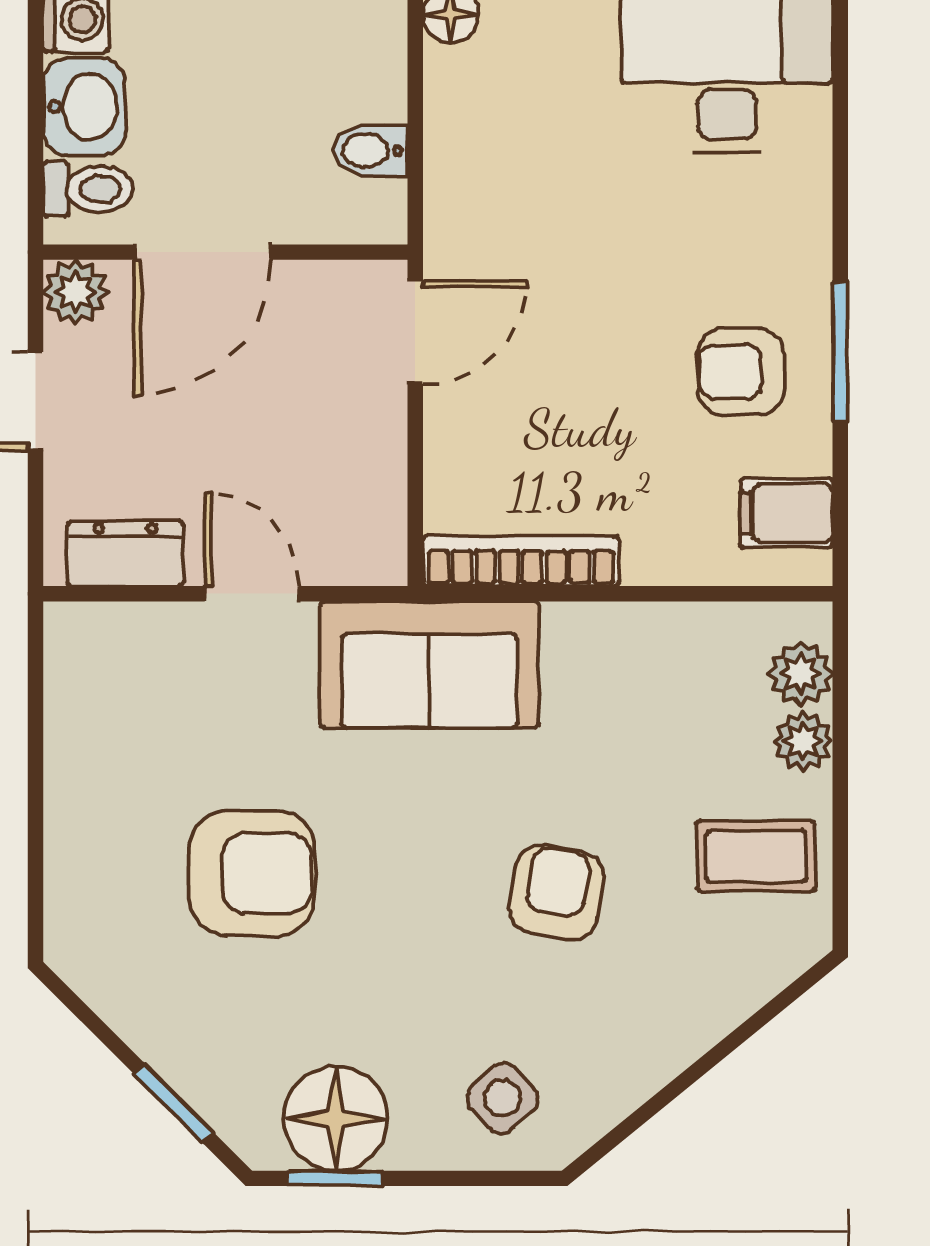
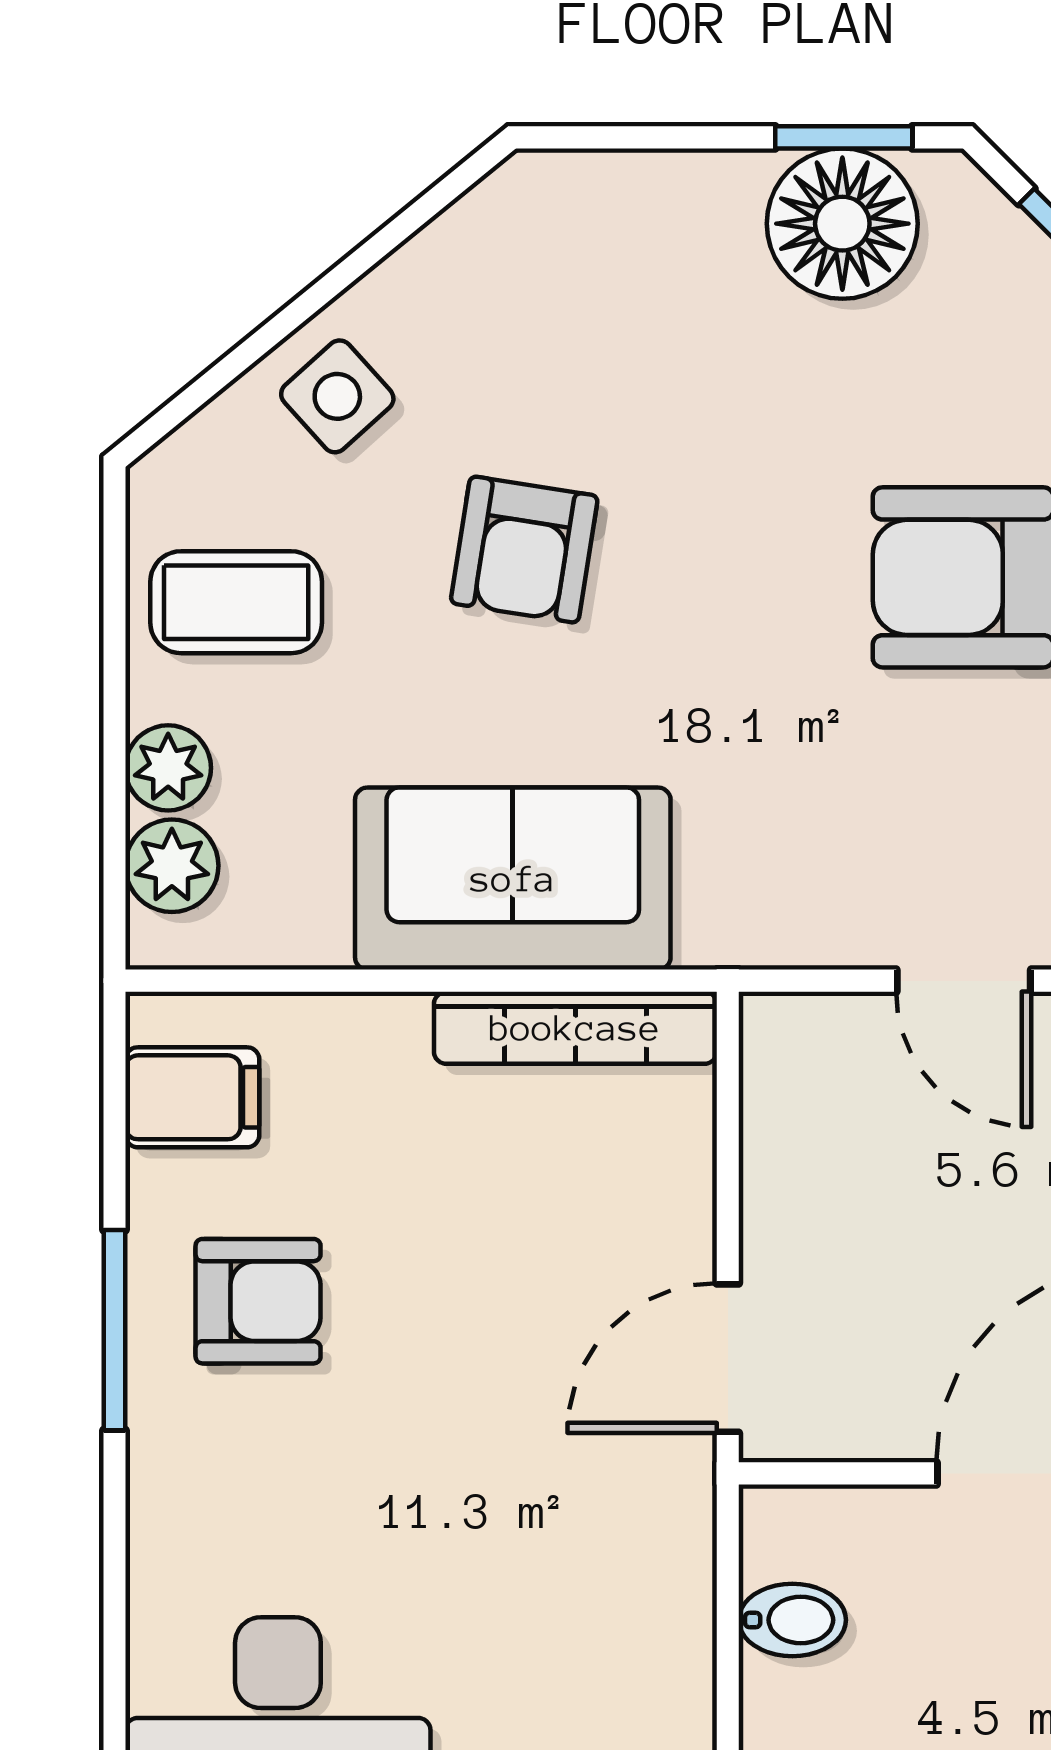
sofa: (429, 665) -> (513, 879), moved
side table: (503, 1098) -> (337, 396), moved

